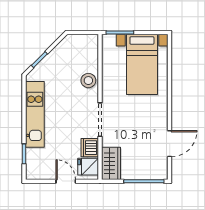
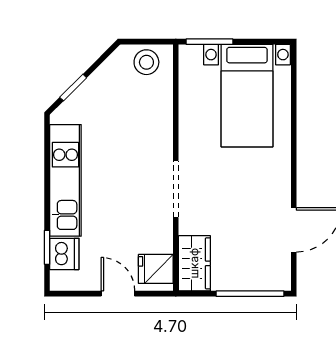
stool: (88, 81) -> (146, 62), moved
dishwasher: (90, 148) -> (64, 254), moved, turned 180

